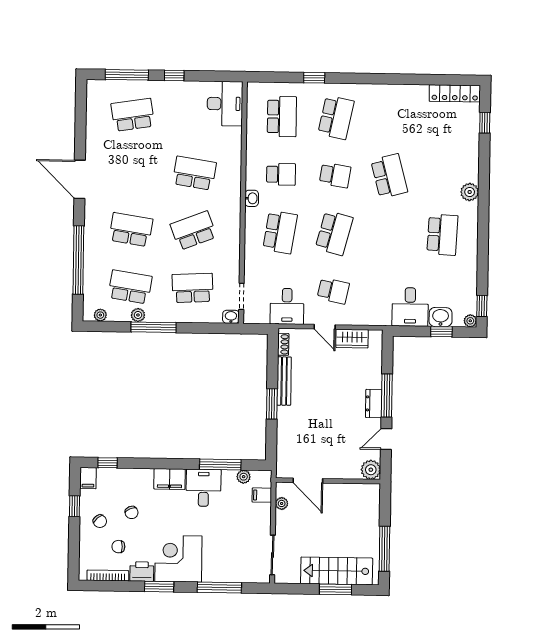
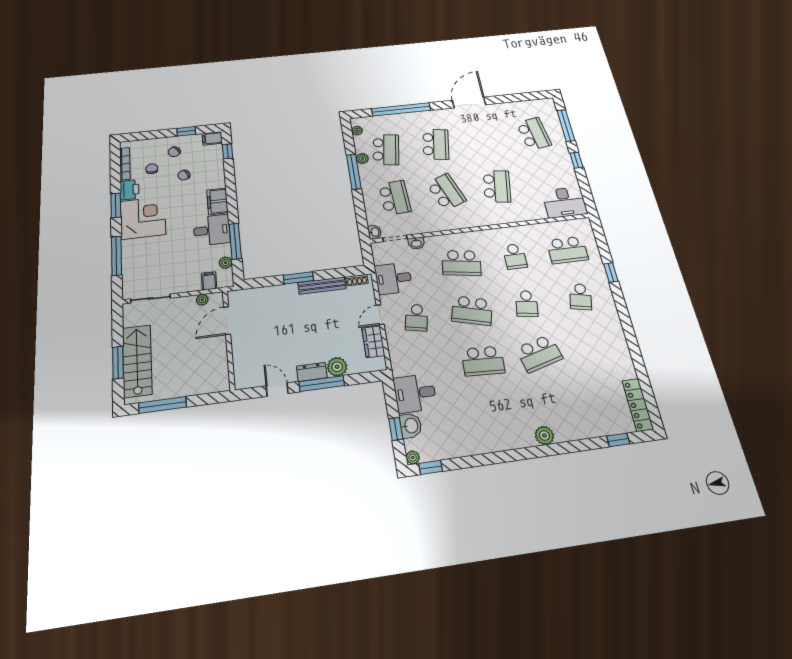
school desk: (336, 117) -> (581, 297), width x0.54
washbasin: (252, 198) -> (416, 243), moved
school desk: (442, 235) -> (483, 361), moved
plant: (371, 470) -> (337, 367), moved

